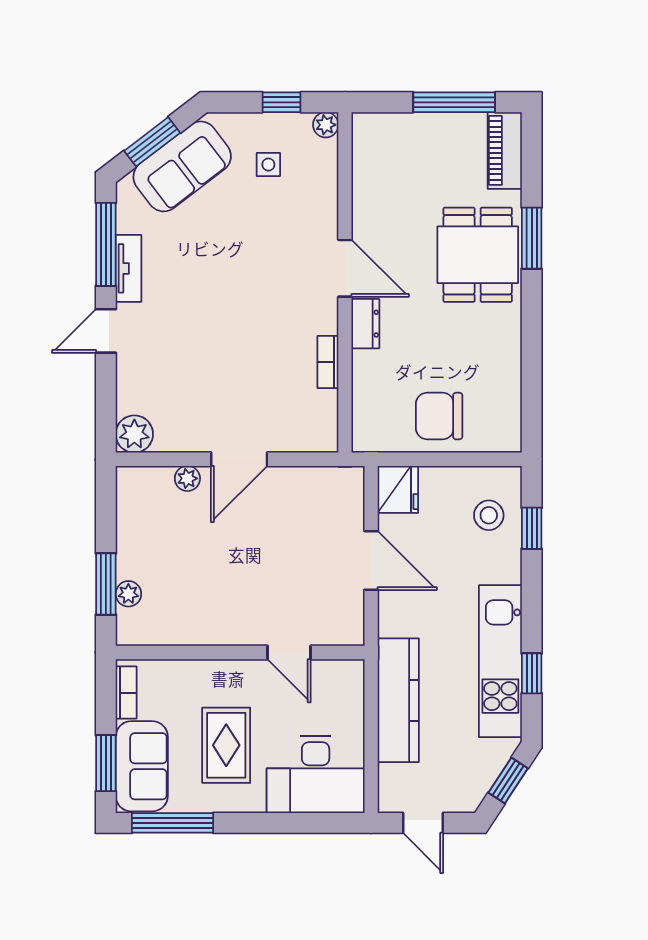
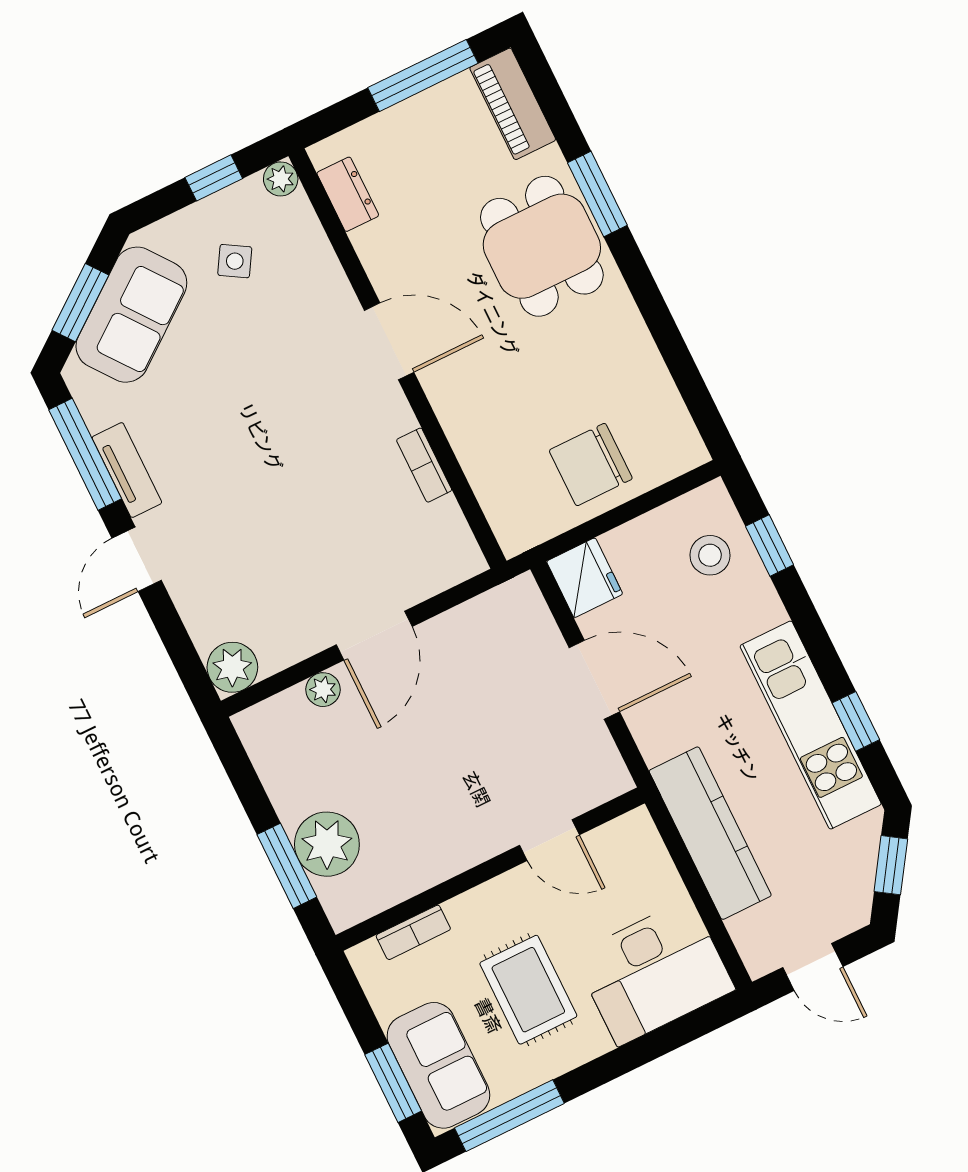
side table: (268, 165) -> (235, 261), turned 31
dresser: (365, 324) -> (348, 194), moved
plant: (128, 594) -> (327, 844), width x1.87, depth x1.87
bookcase: (126, 693) -> (413, 932), moved, turned 90

